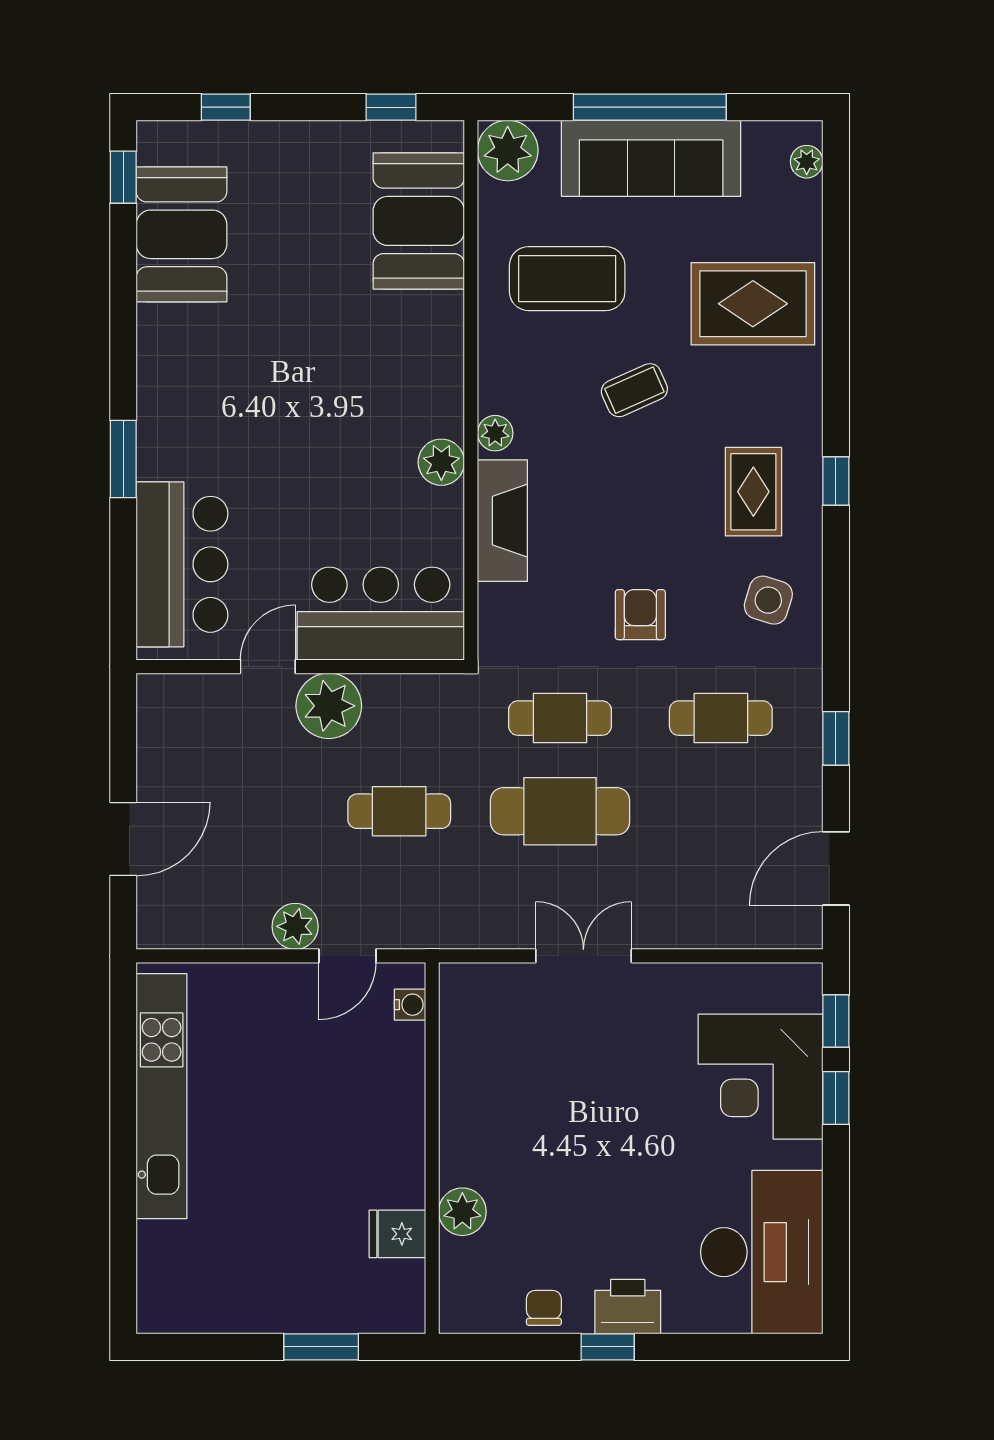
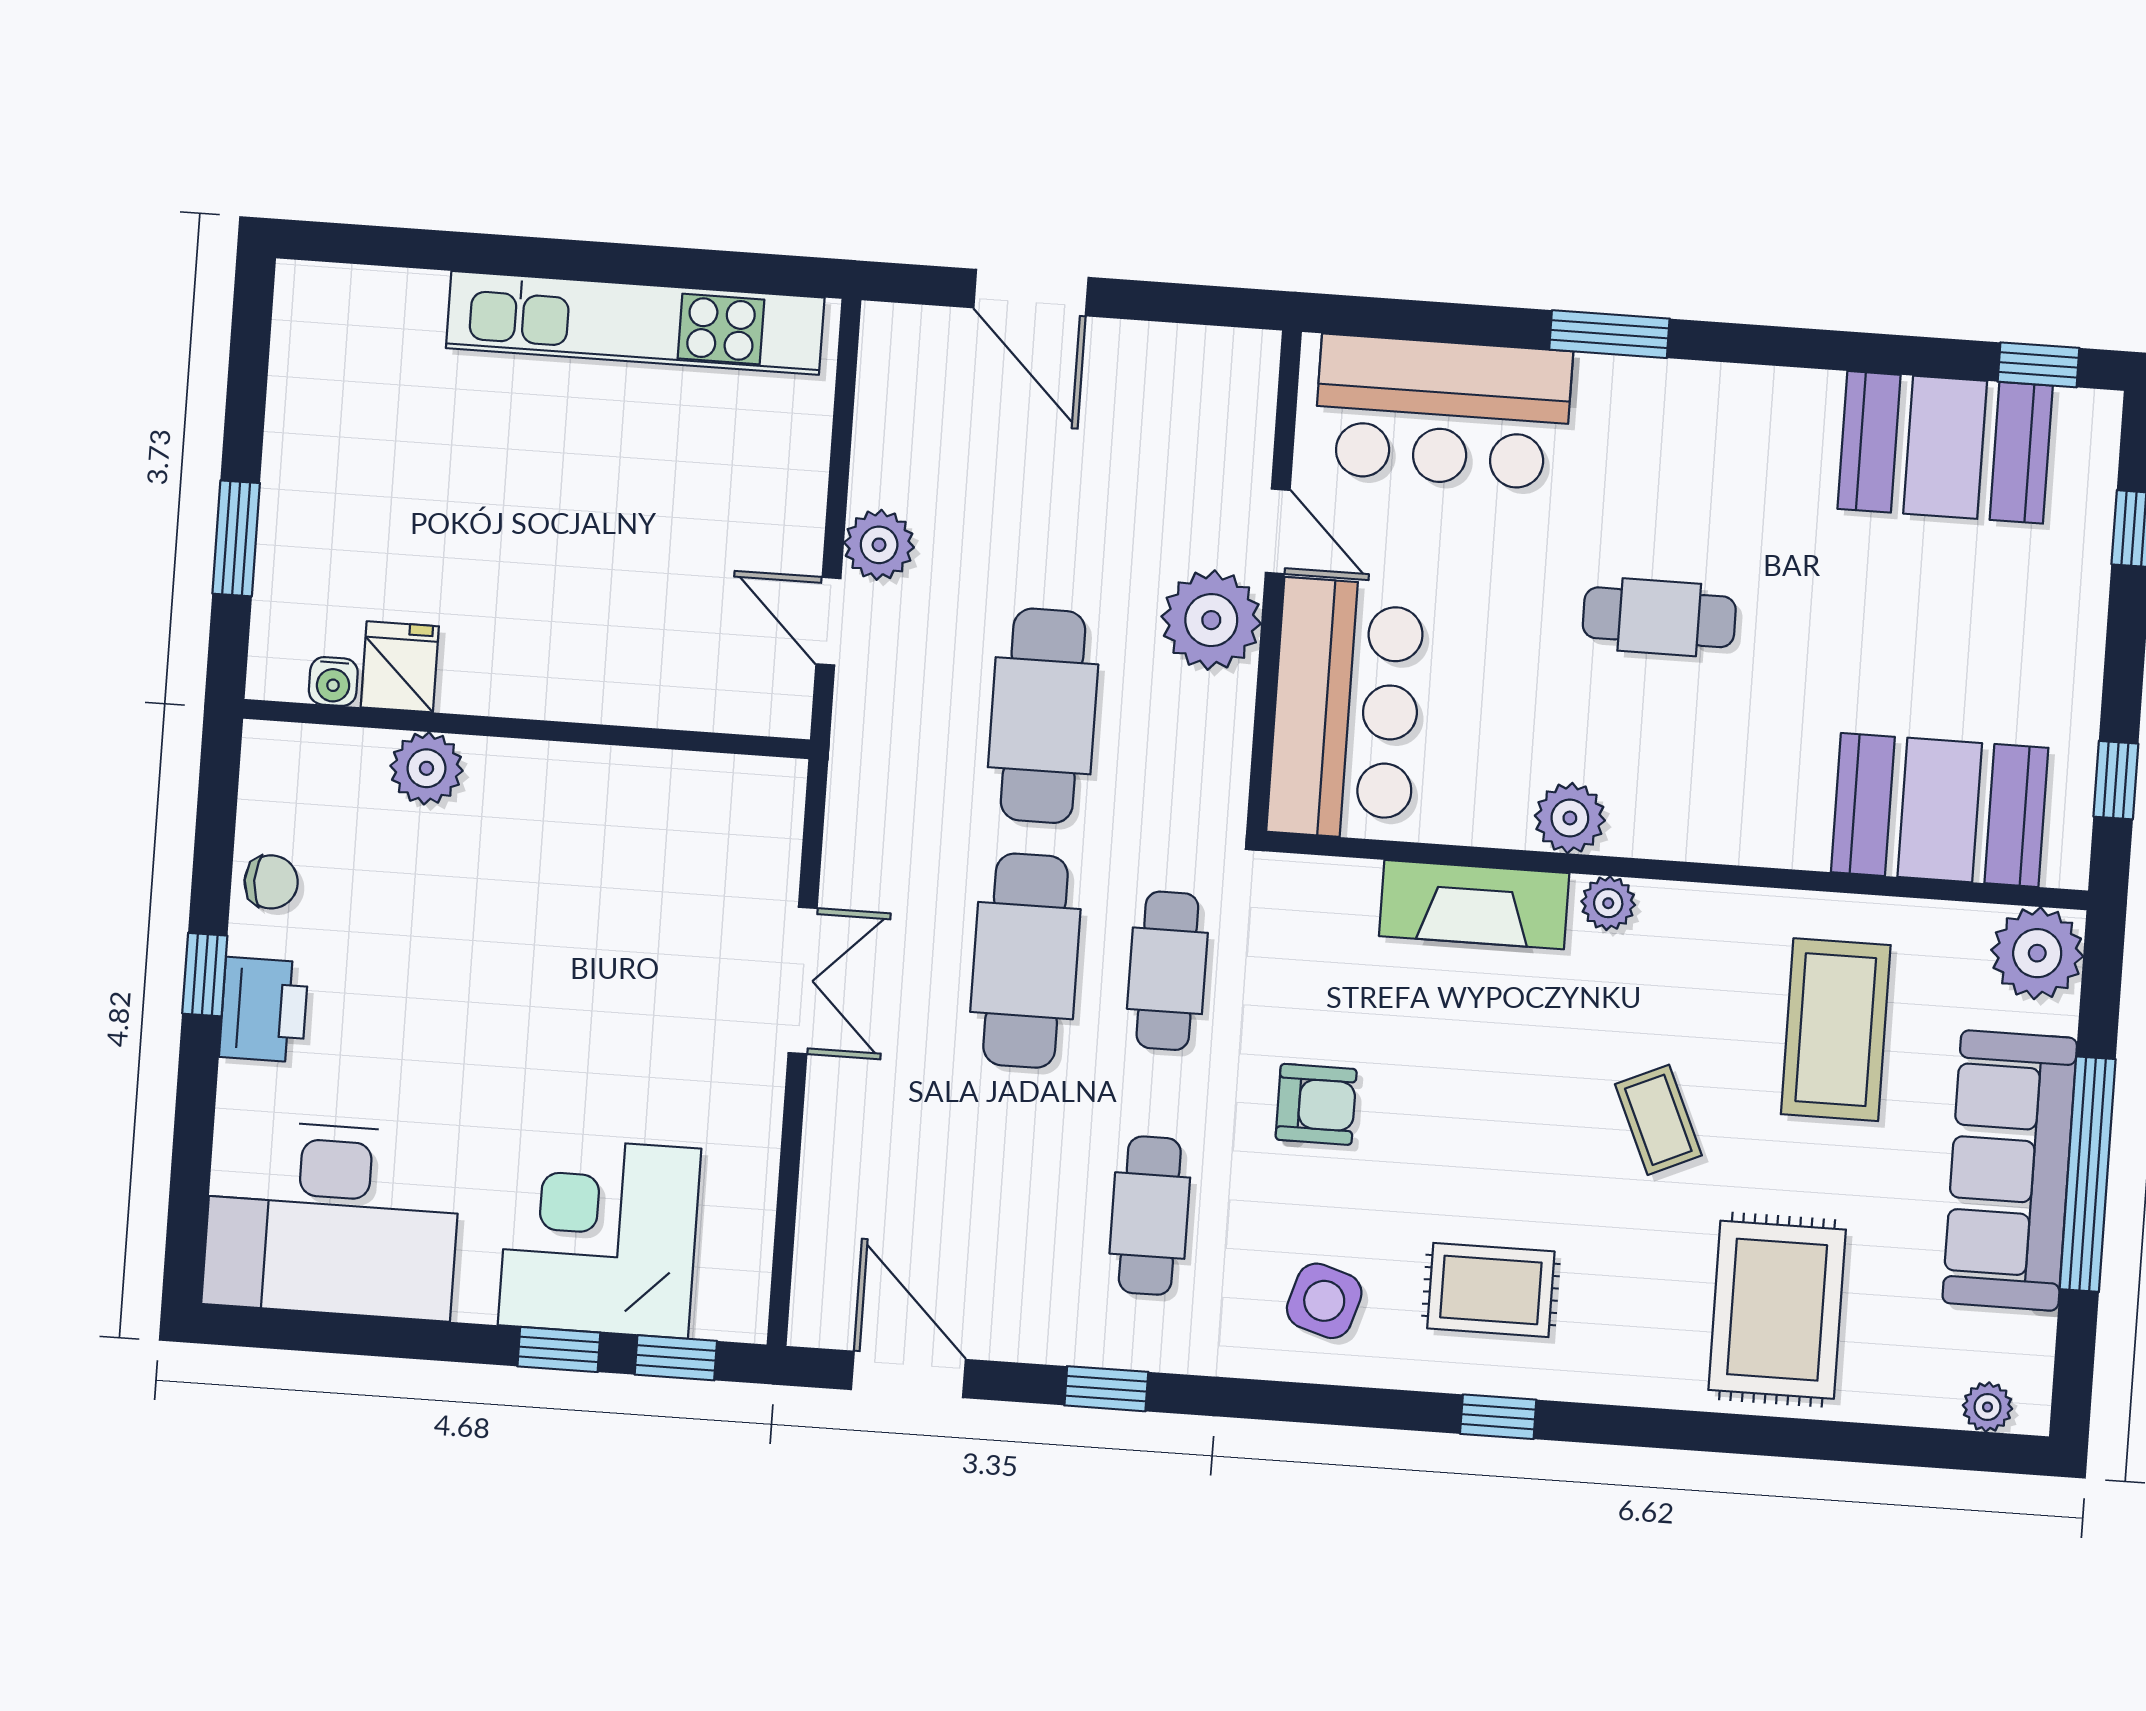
cafe table: (306, 413) -> (1659, 617), added
cafe table: (399, 811) -> (1043, 716), width x1.37, depth x1.35
water cooler: (410, 1005) -> (333, 681), moved

